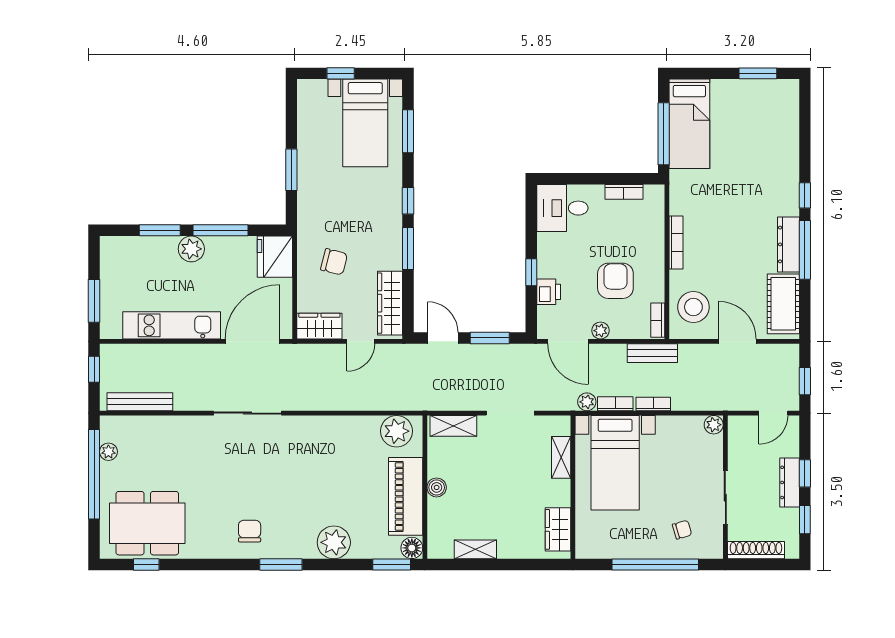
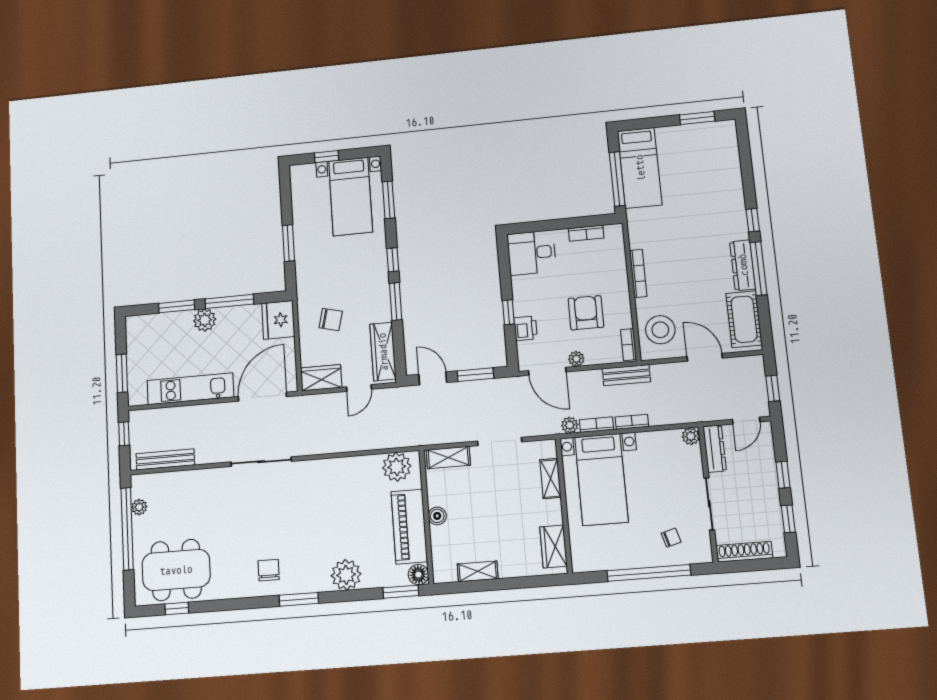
dresser: (790, 482) -> (715, 449), moved, turned 180

